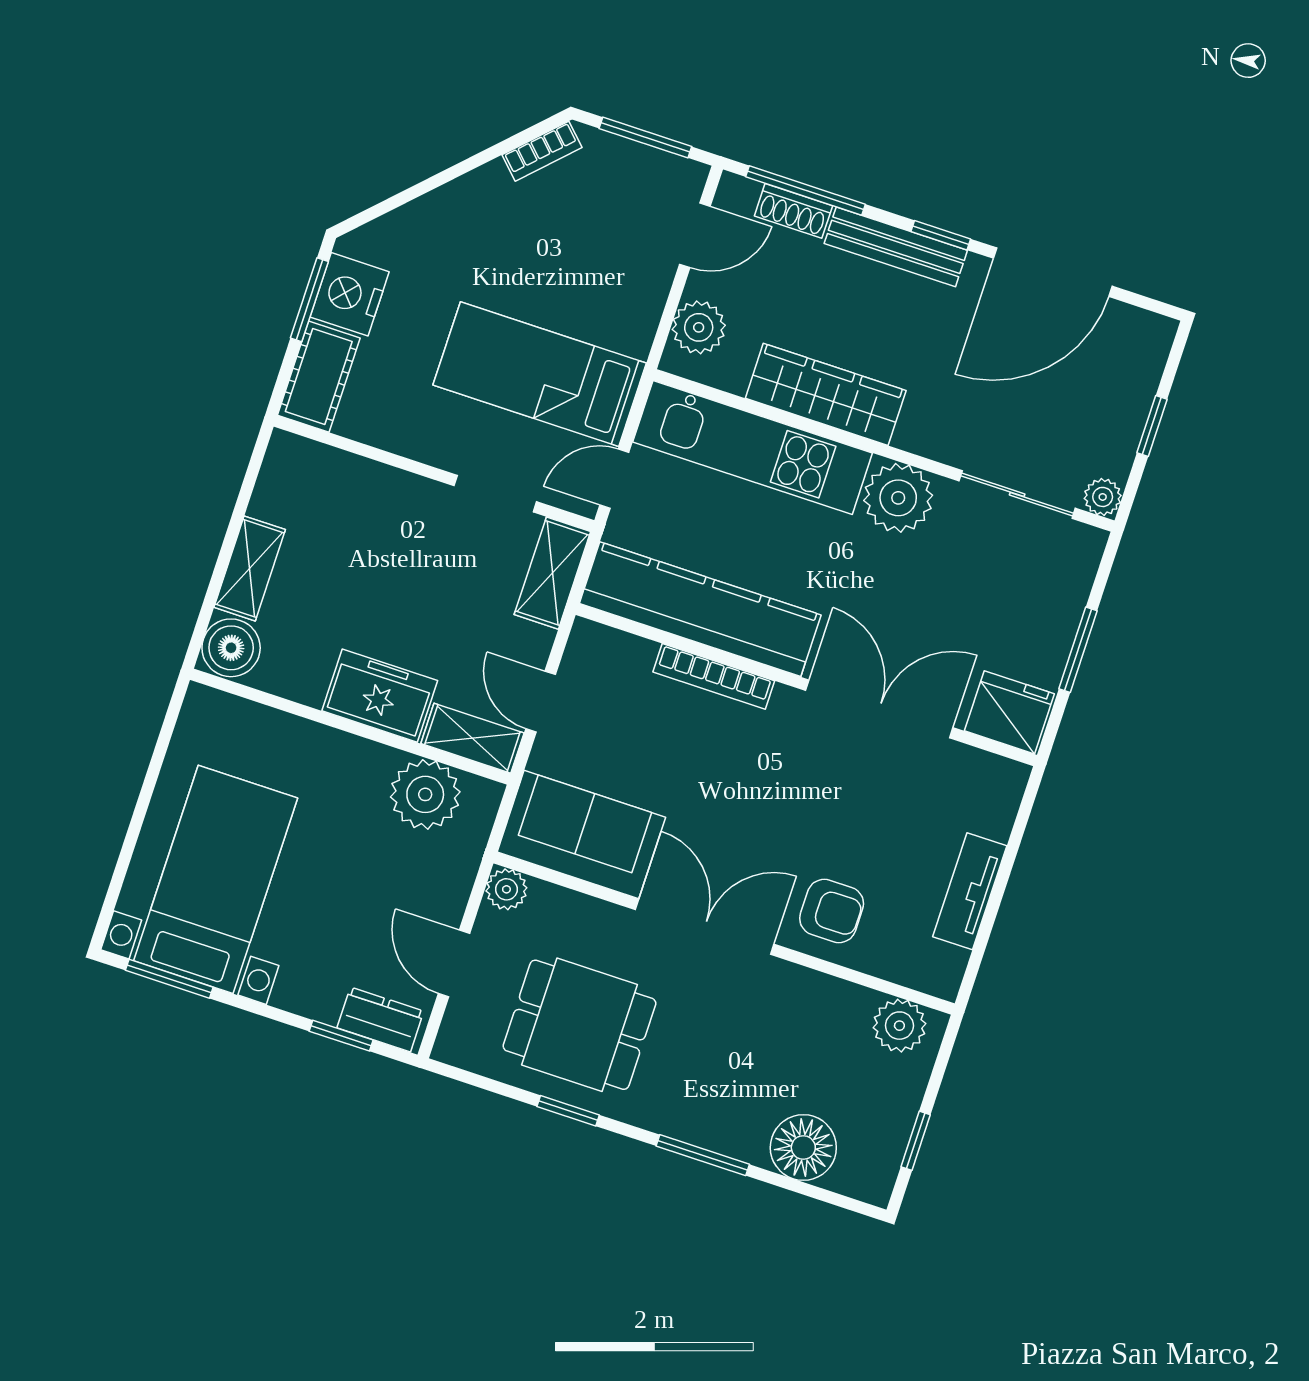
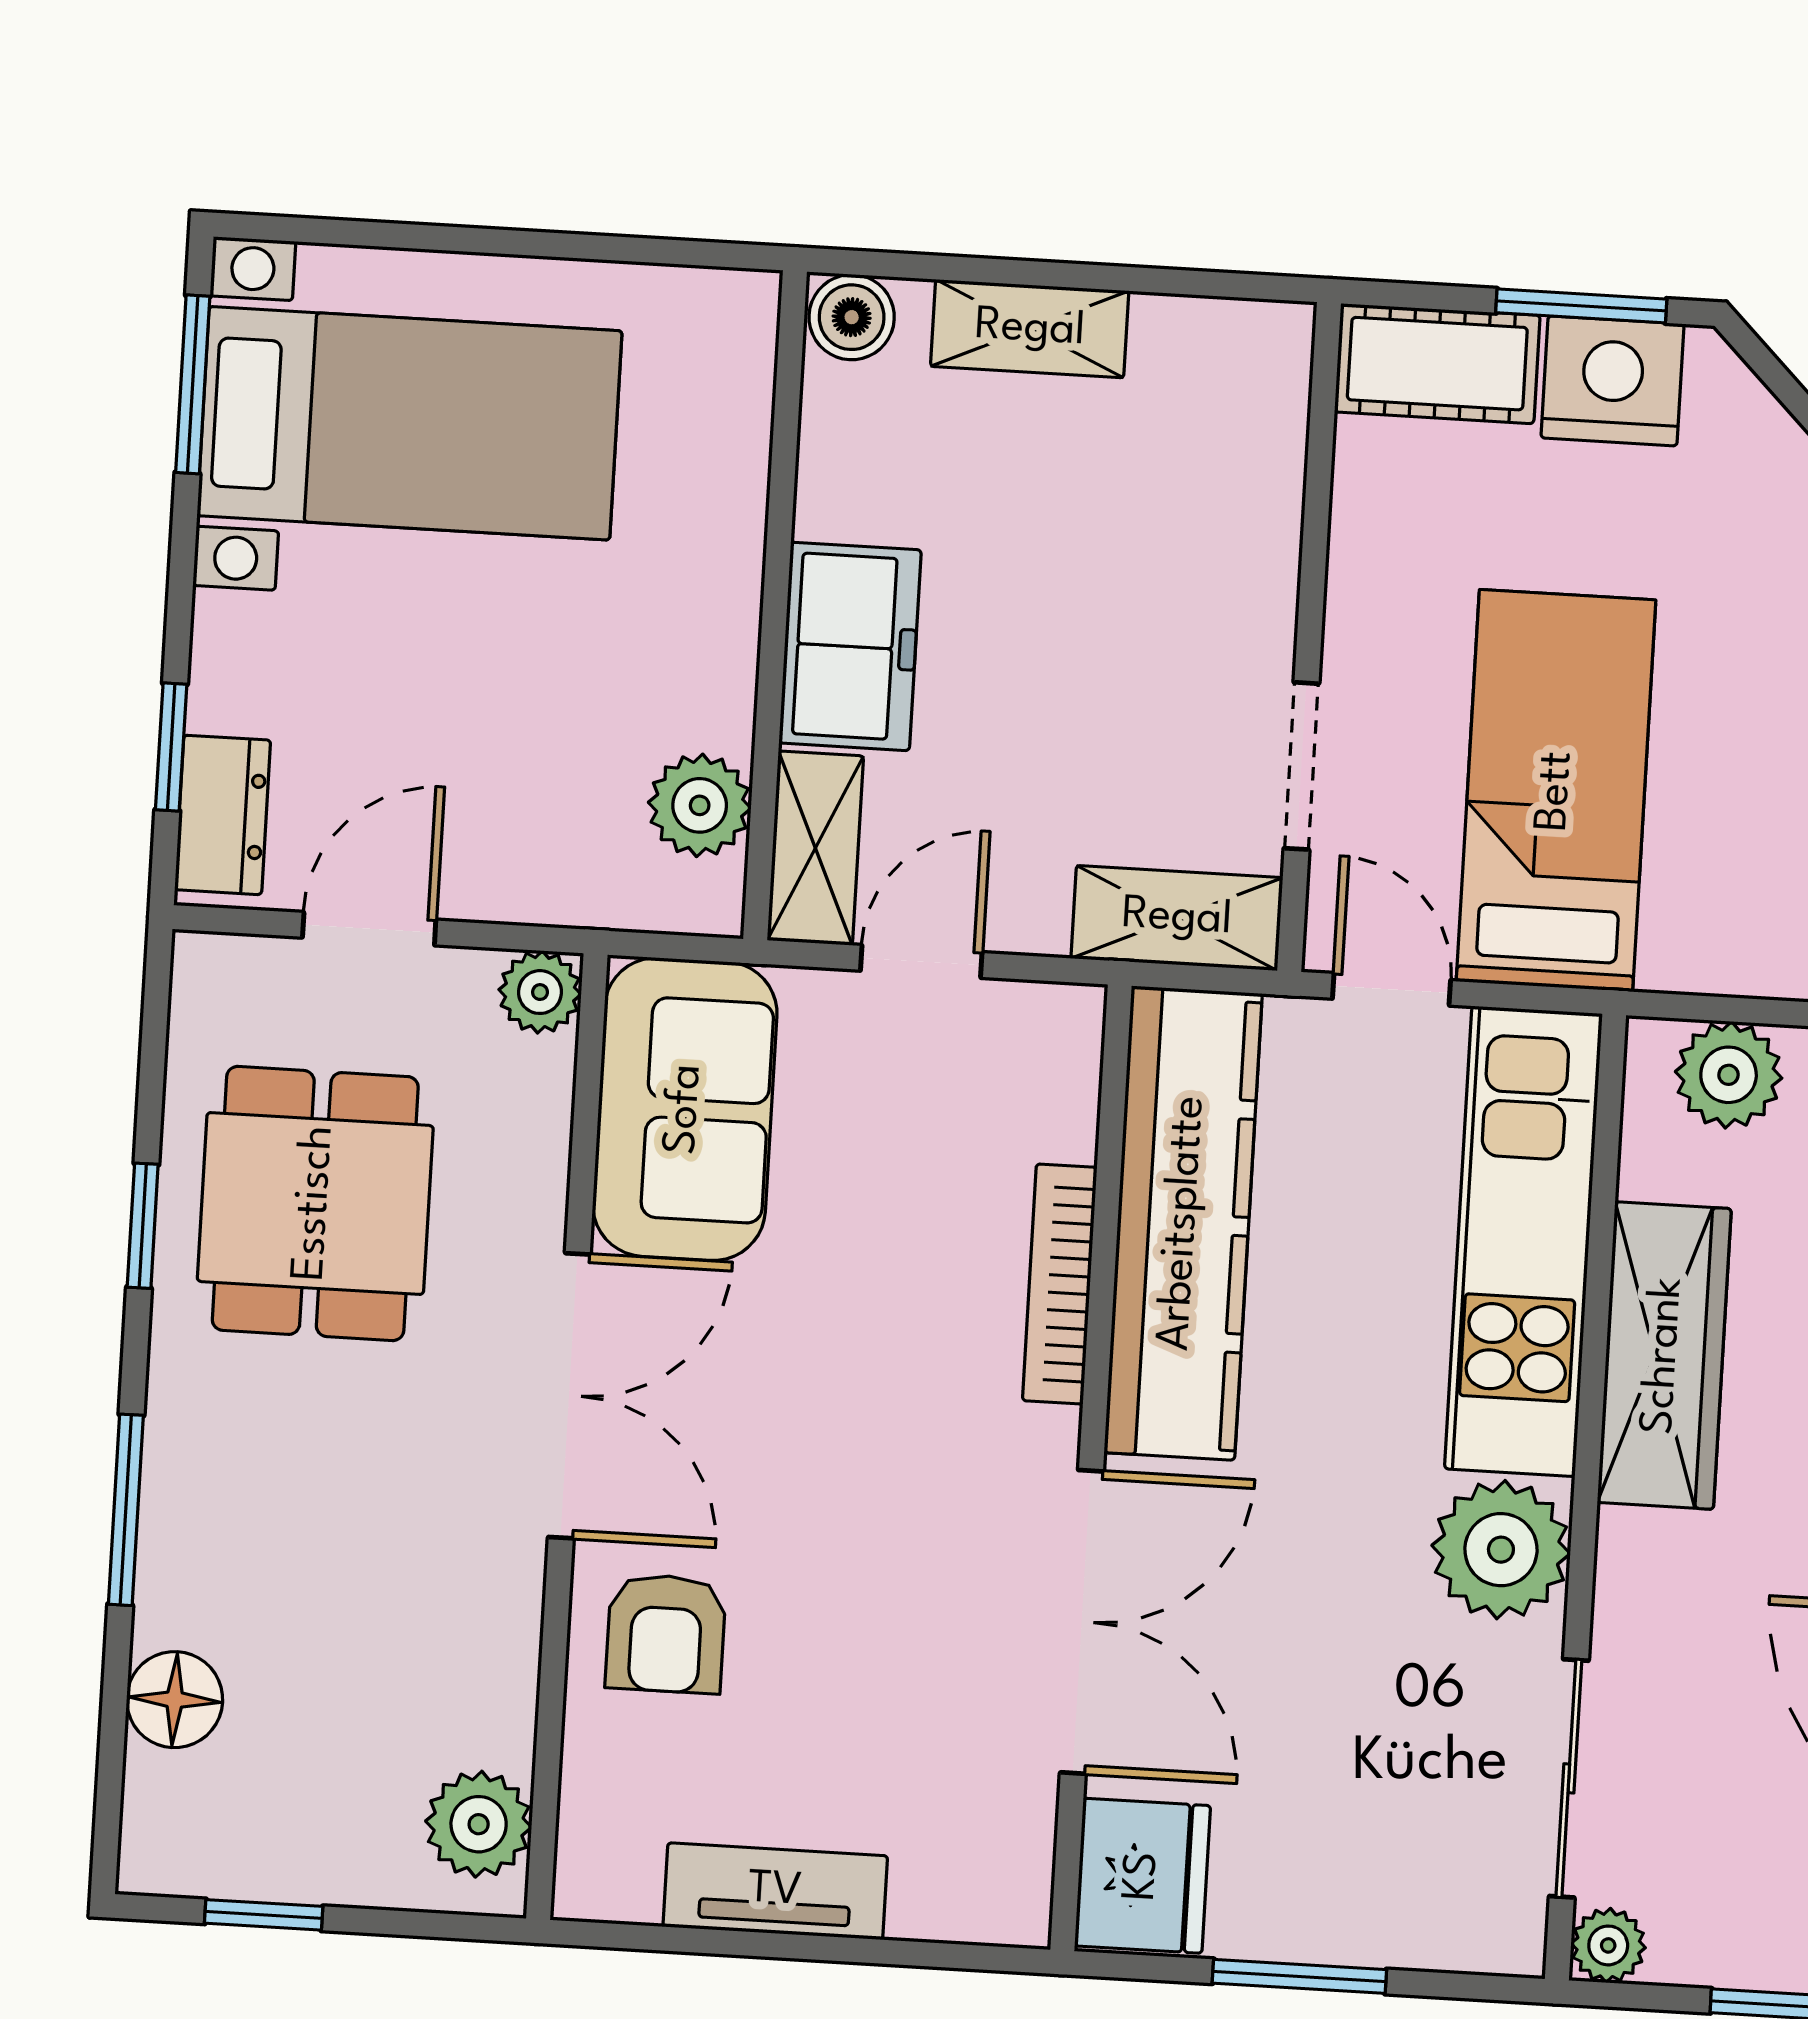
boiler: (231, 648) -> (852, 317), width x0.73, depth x0.73
plant: (425, 794) -> (700, 805), width x0.73, depth x0.73
floor lamp: (803, 1148) -> (175, 1700), width x0.73, depth x0.73

